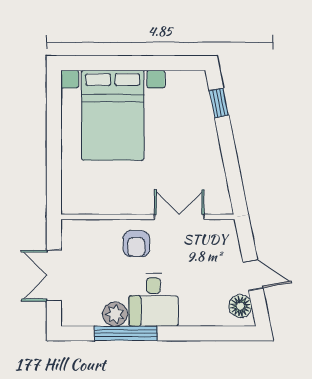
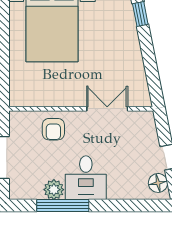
armchair: (136, 244) -> (53, 129), moved

